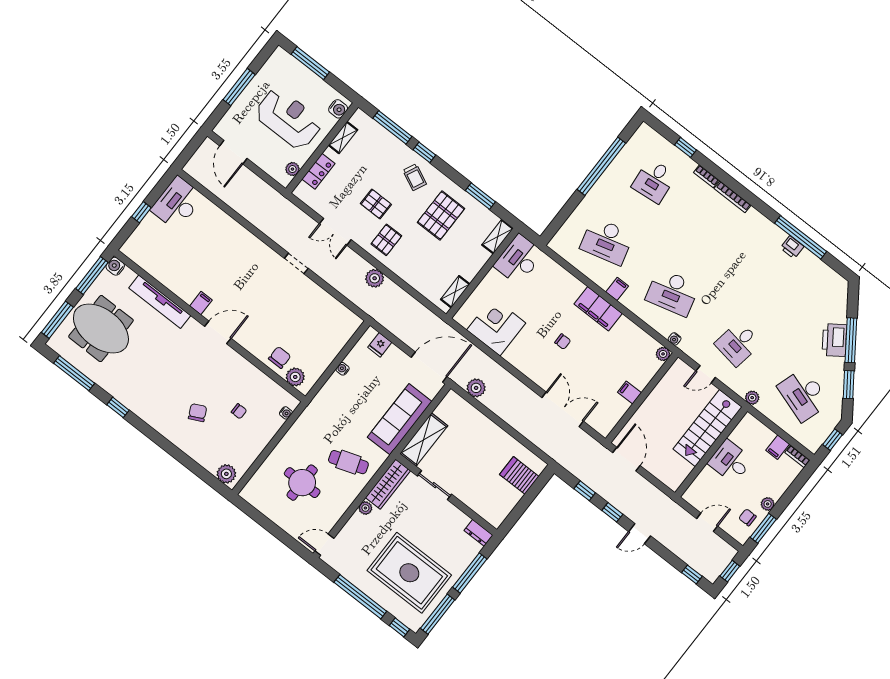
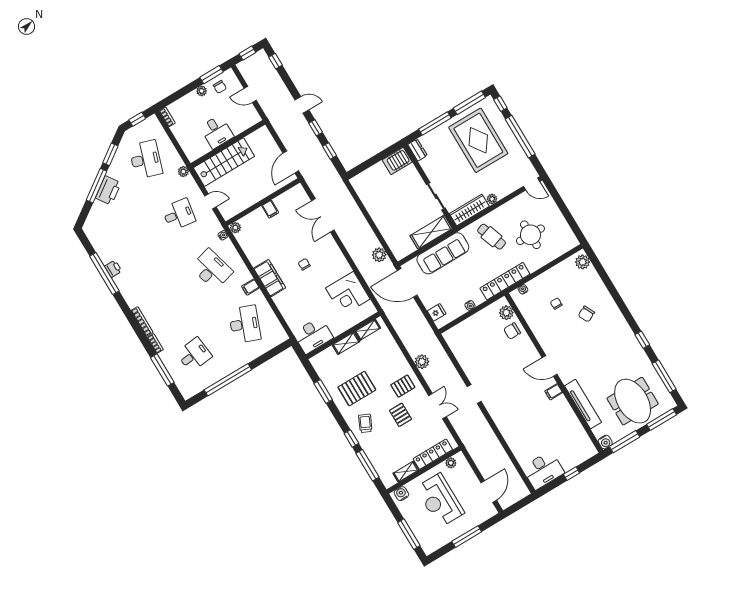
window: (685, 147) -> (162, 370), width x2.17
locker: (318, 171) -> (433, 454), width x1.53
shelving: (498, 237) -> (346, 343), moved
desk: (607, 241) -> (245, 324), turned 36
locker: (311, 415) -> (505, 281), added
filing cabinet: (778, 447) -> (179, 129), removed
server rack: (519, 475) -> (397, 161), moved, turned 90

